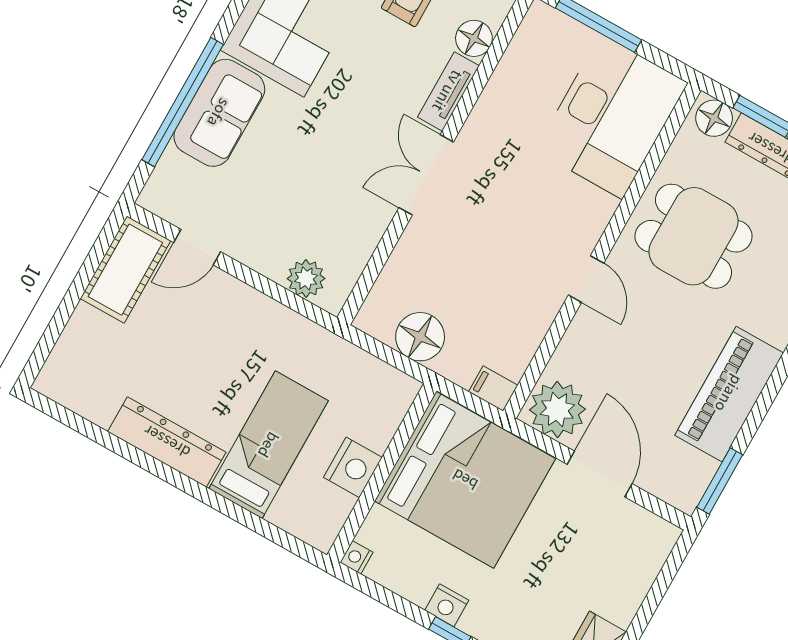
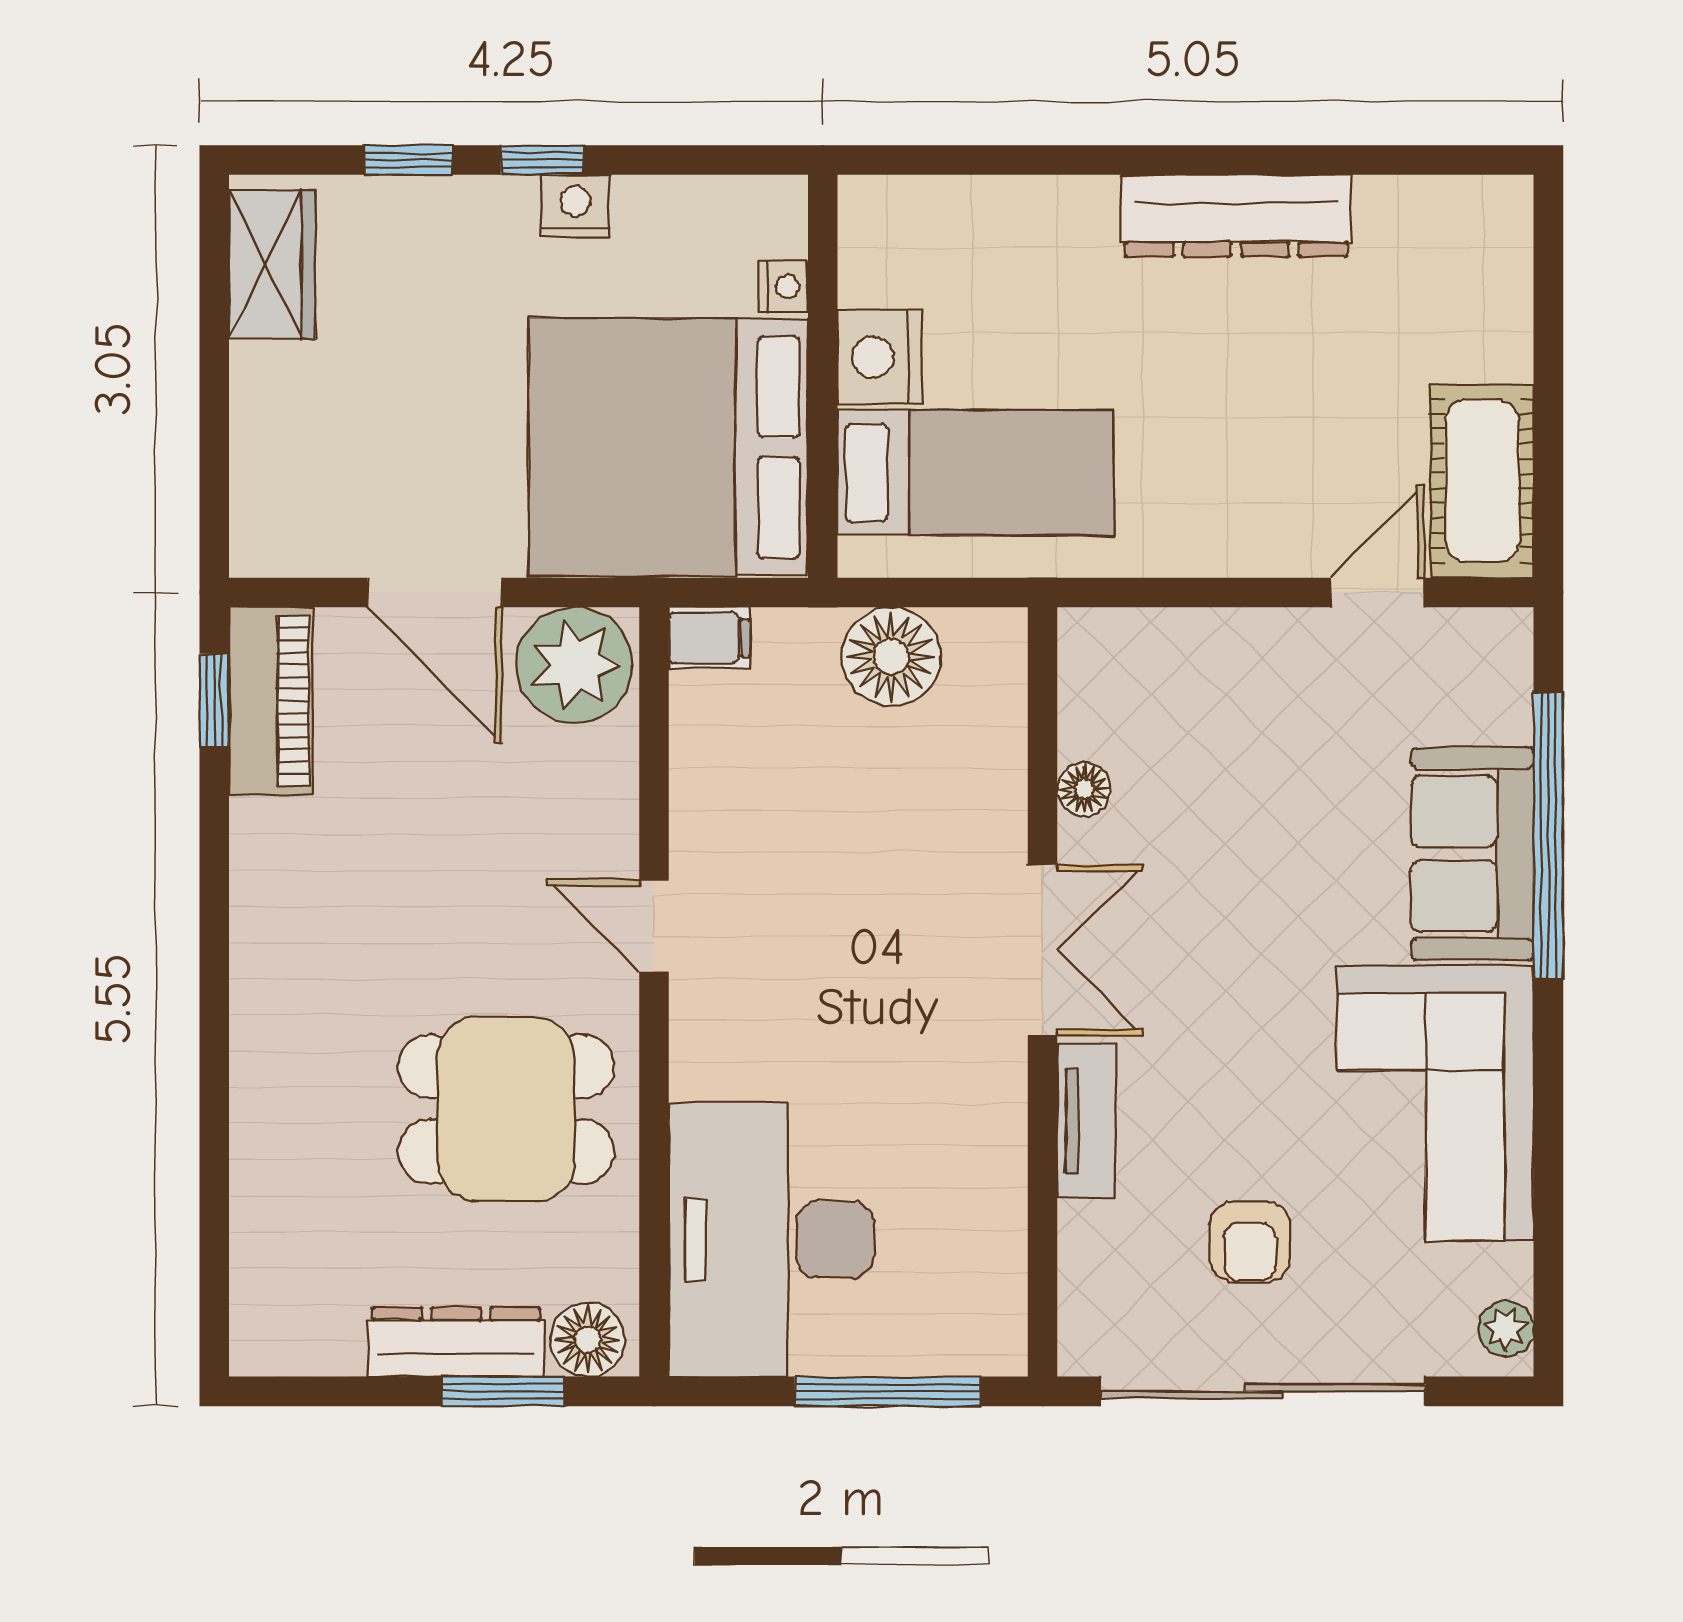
floor lamp: (474, 38) -> (1084, 789), moved, width x0.73, depth x0.73
plant: (306, 278) -> (1152, 646), removed
piano: (729, 394) -> (271, 701), moved, width x0.73, depth x0.75
bed: (269, 445) -> (976, 473), moved, turned -90
window: (720, 481) -> (214, 700), width x0.67
nightstand: (356, 557) -> (783, 287), moved

